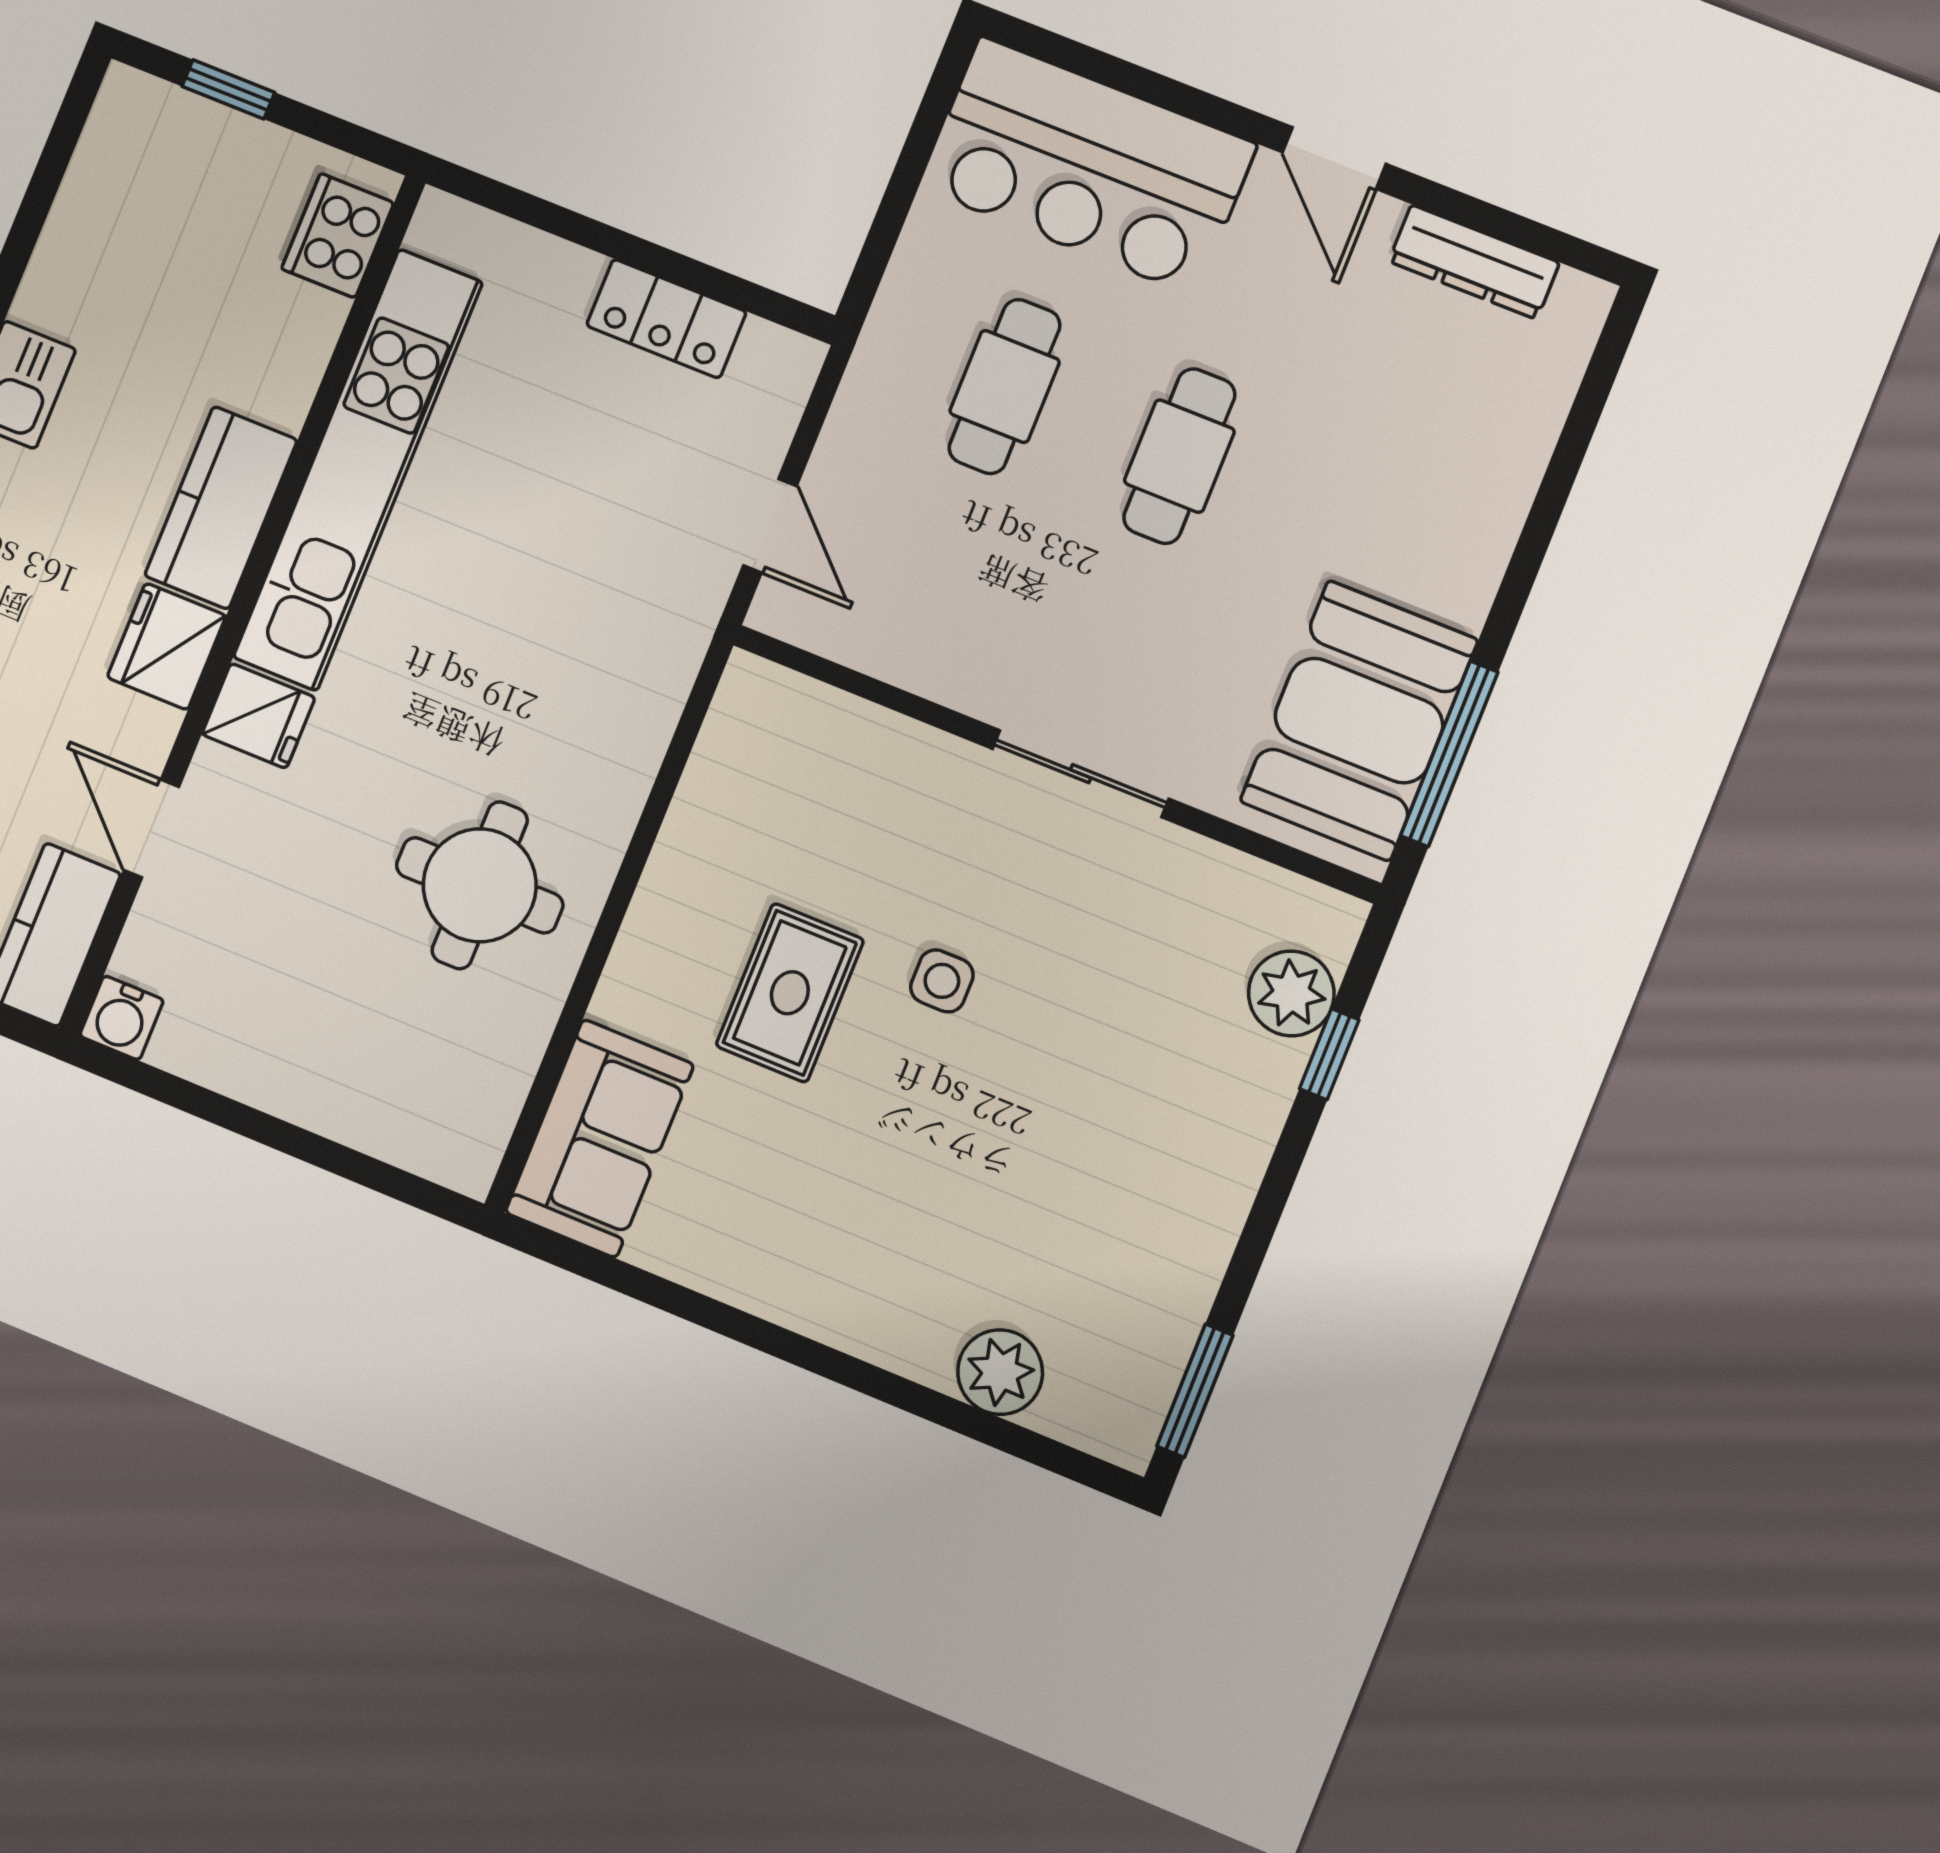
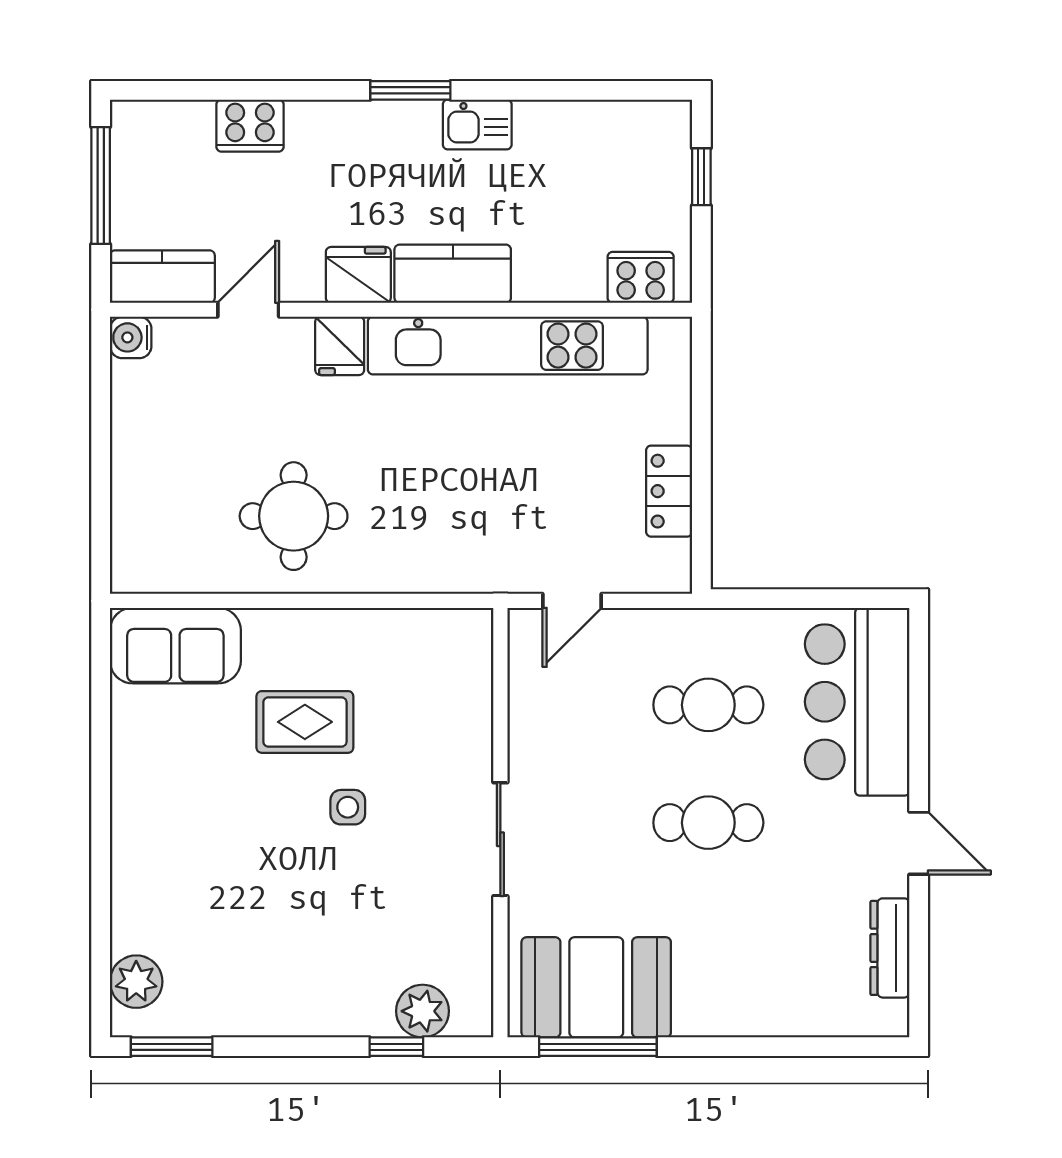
door: (1334, 158) -> (919, 843), swing flipped
plant: (1000, 1372) -> (136, 982), moved

